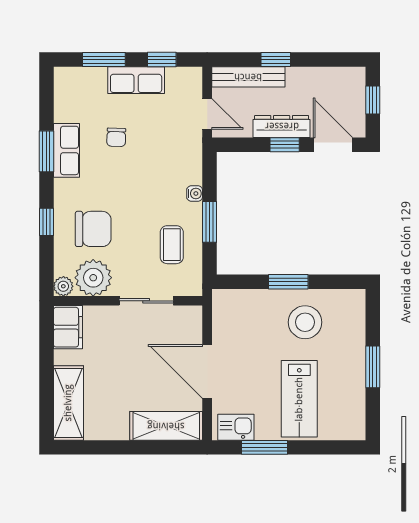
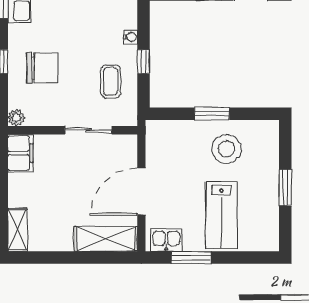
window: (210, 222) -> (143, 62), width x0.67
plant: (93, 278) -> (42, 110), removed
door: (207, 371) -> (141, 192), hinge flipped
shelving: (68, 403) -> (18, 230), width x0.67, depth x0.75

